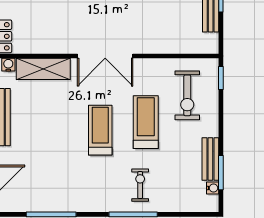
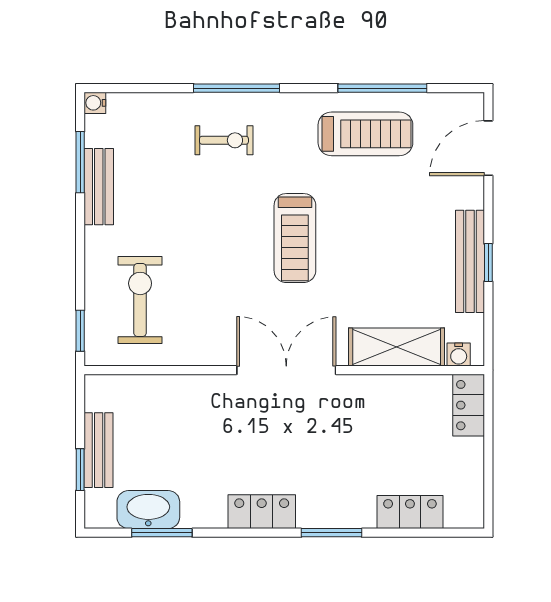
treadmill: (146, 122) -> (365, 134), moved, turned -90
exercise bike: (140, 185) -> (224, 140), turned -90
water cooler: (213, 188) -> (95, 103), moved

